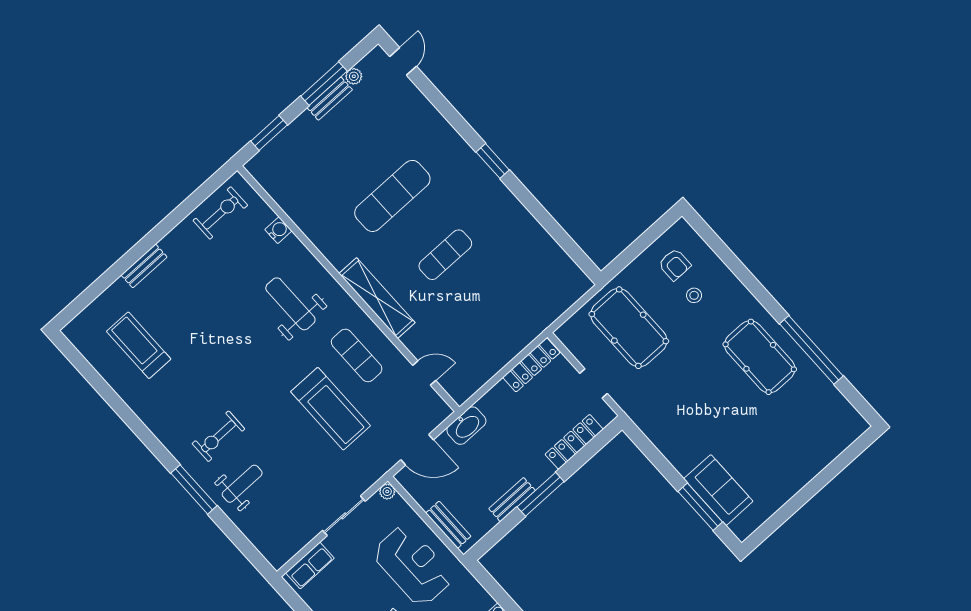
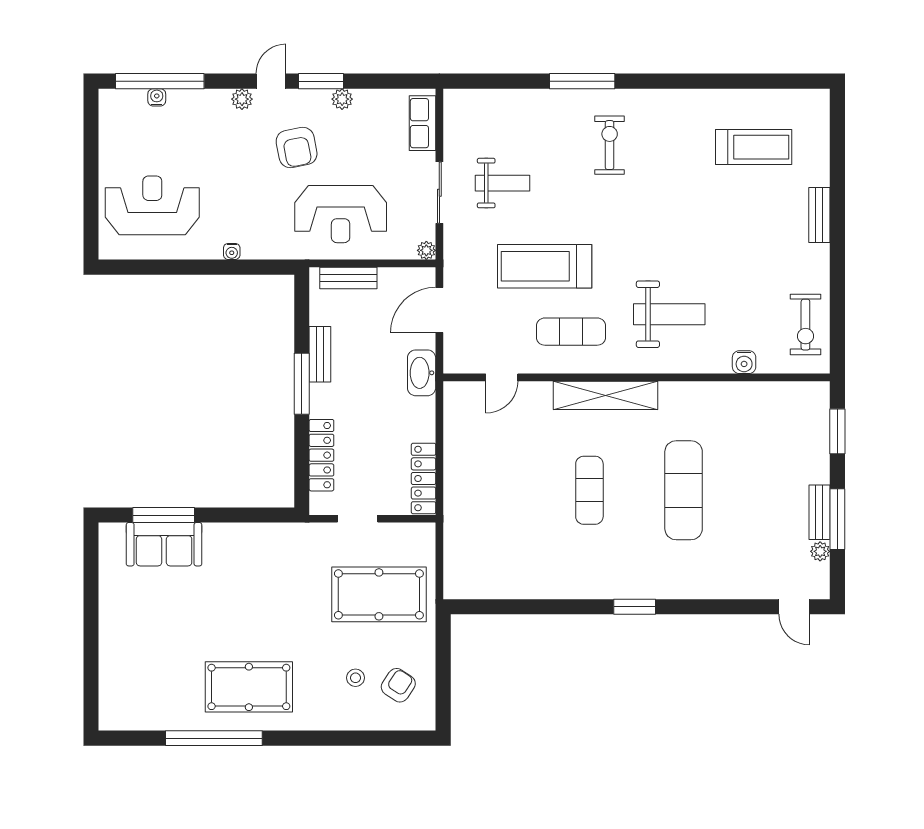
armchair: (675, 264) -> (398, 685), turned 123
weight bench: (242, 484) -> (503, 183), moved, turned -90

